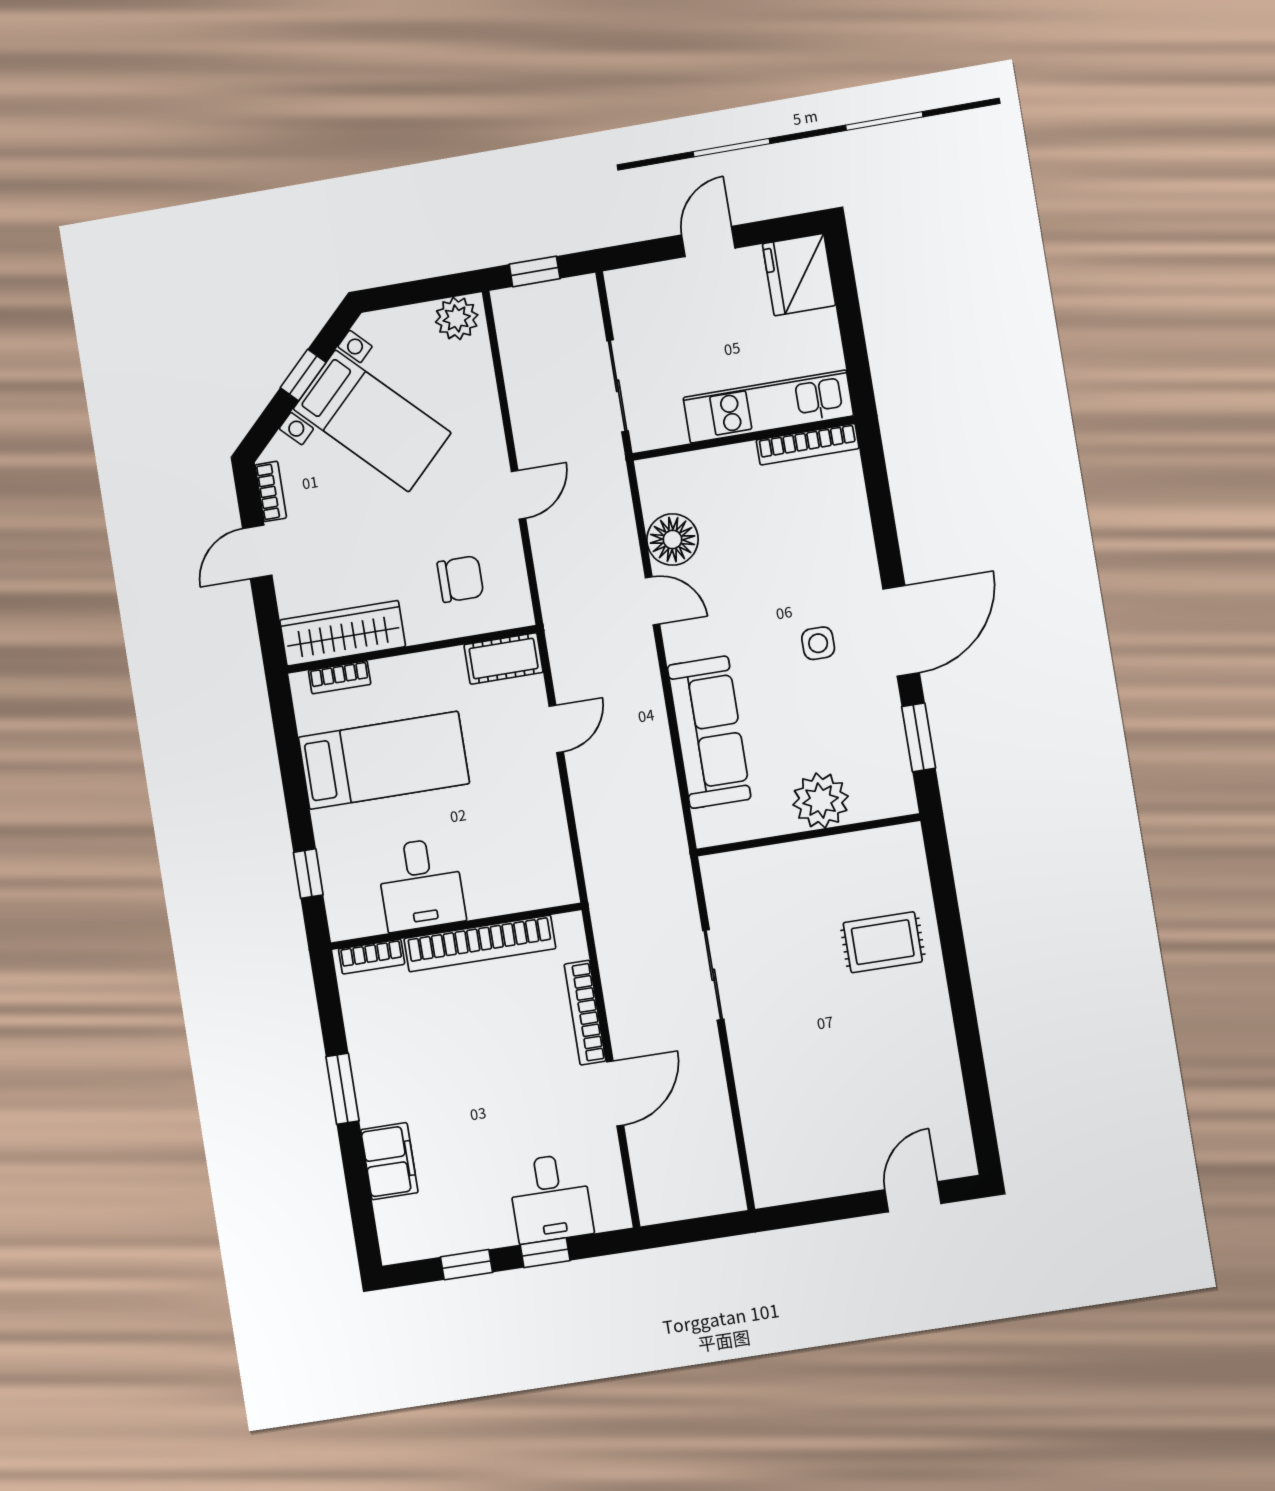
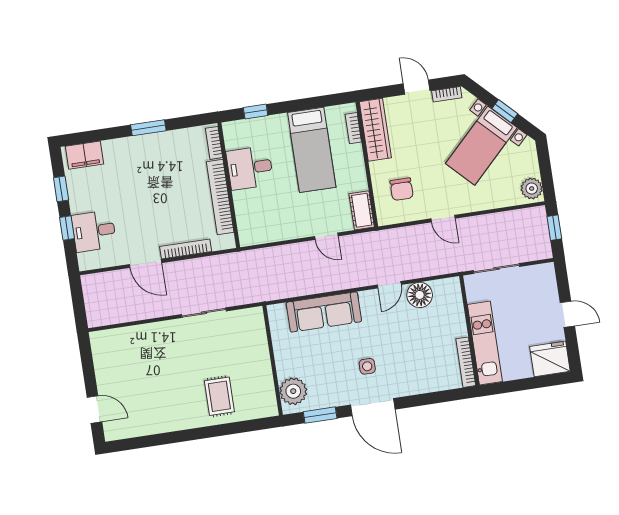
plant: (821, 801) -> (293, 391), moved
filing cabinet: (389, 1161) -> (85, 155), moved

